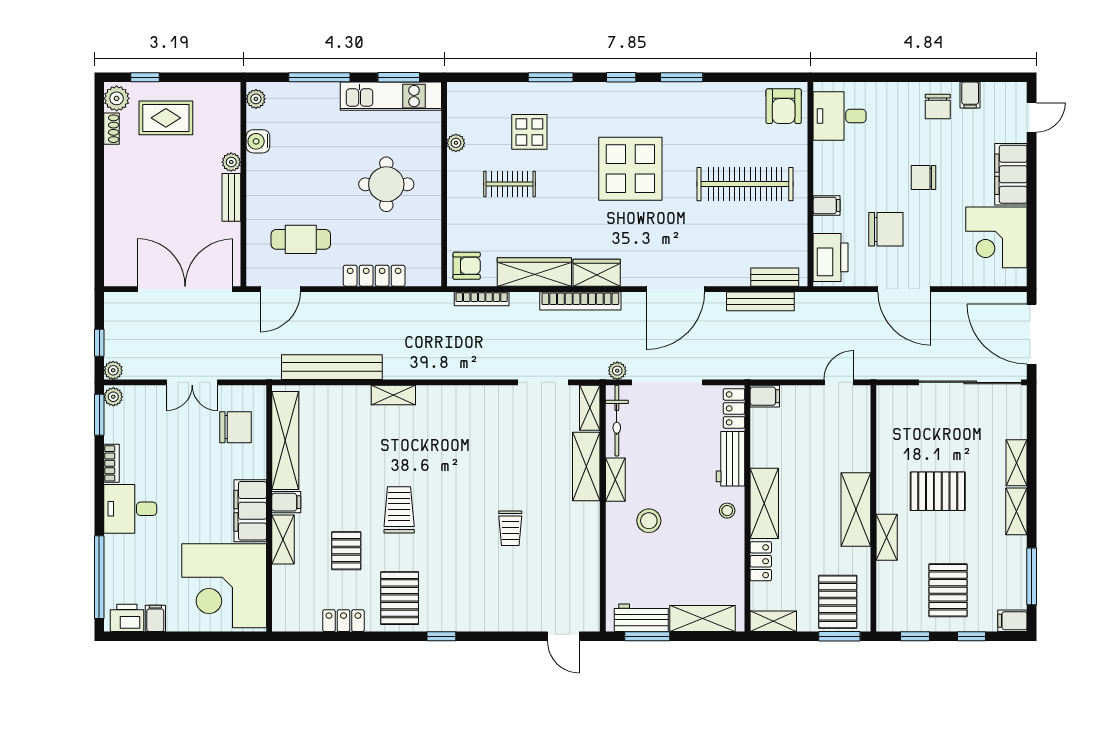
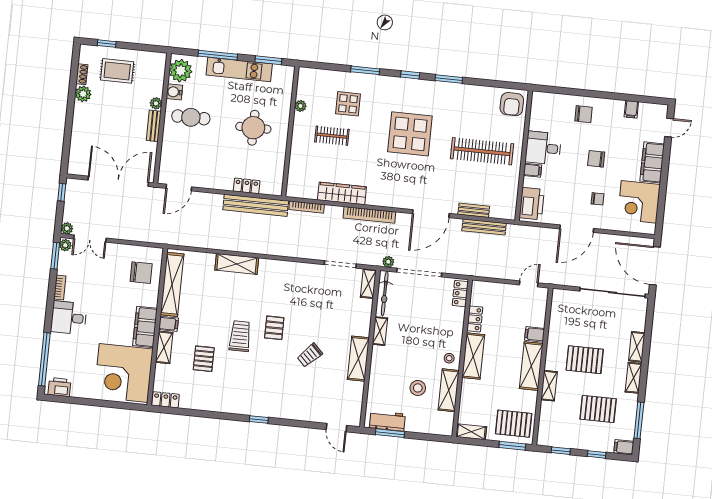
kitchen unit: (391, 96) -> (239, 69), moved
plant: (117, 98) -> (83, 94), moved
plant: (256, 99) -> (181, 71), width x1.88, depth x1.88
chair: (938, 106) -> (583, 114), moved, turned -90
desk: (840, 116) -> (543, 148), moved
chair: (886, 229) -> (598, 199), moved, width x0.54, depth x0.54
cafe table: (301, 239) -> (191, 117), moved
armchair: (467, 266) -> (299, 185), removed
wardrobe: (597, 273) -> (382, 198), removed
locker: (374, 276) -> (247, 186), width x0.66
bench: (775, 277) -> (474, 210), moved
door: (904, 289) -> (577, 229), hinge flipped
window: (99, 343) -> (62, 192), moved
bench: (332, 367) -> (256, 205), moved
double door: (192, 382) -> (90, 238), moved
shelving: (393, 395) -> (237, 264), width x1.50, depth x1.33
filing cabinet: (765, 396) -> (535, 334), moved, turned 180
workbench: (730, 459) -> (455, 325), removed
shelving: (586, 466) -> (358, 359), moved
stool: (649, 521) -> (418, 388), moved
trolley: (510, 528) -> (310, 355), turned 45
locker: (761, 561) -> (475, 319), moved
pallet: (948, 590) -> (598, 409), moved, turned 90
pallet: (400, 598) -> (274, 328), moved, width x0.67, depth x0.71
pallet: (838, 602) -> (514, 424), turned 90
filing cabinet: (155, 618) -> (78, 389), removed
shelving: (703, 619) -> (449, 390), moved, turned 90
locker: (343, 621) -> (166, 400), moved

